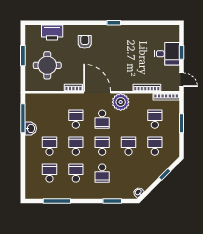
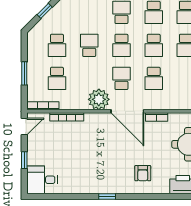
desk: (167, 54) -> (42, 180), moved
door: (181, 80) -> (24, 127), swing flipped
school desk: (128, 146) -> (89, 45), turned 180

